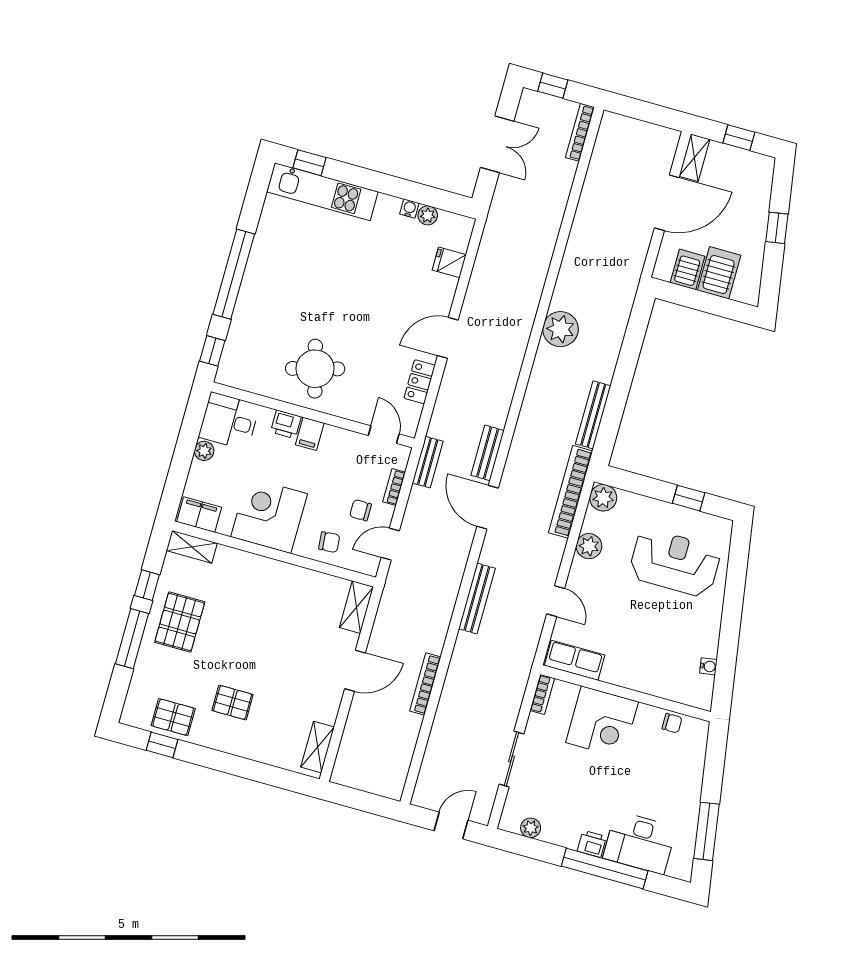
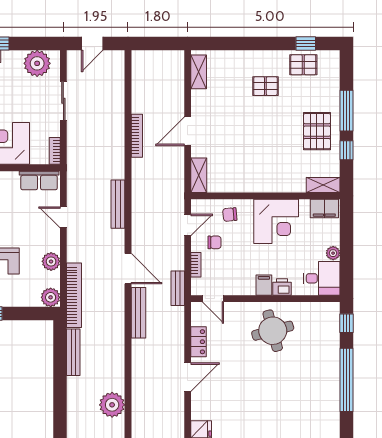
bench: (488, 453) -> (138, 313), width x1.36
plant: (531, 828) -> (37, 63), width x1.88, depth x1.88

